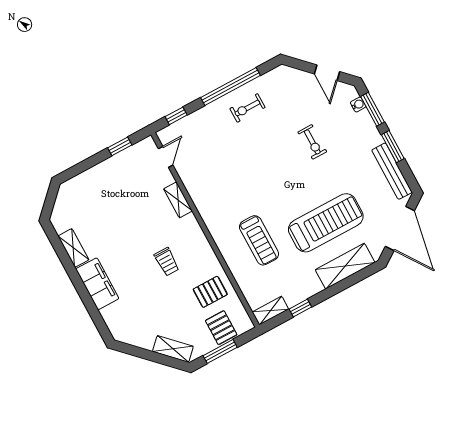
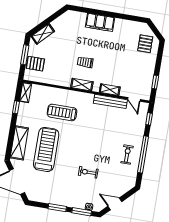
bench: (392, 171) -> (110, 101), moved
treadmill: (326, 223) -> (46, 149), turned 180
shelving: (73, 248) -> (82, 85), moved
pallet: (210, 292) -> (145, 44), moved

